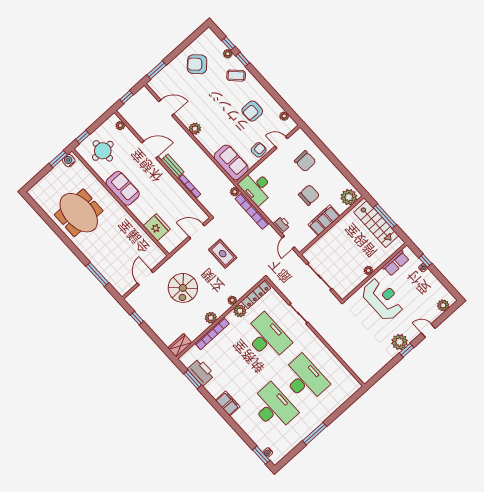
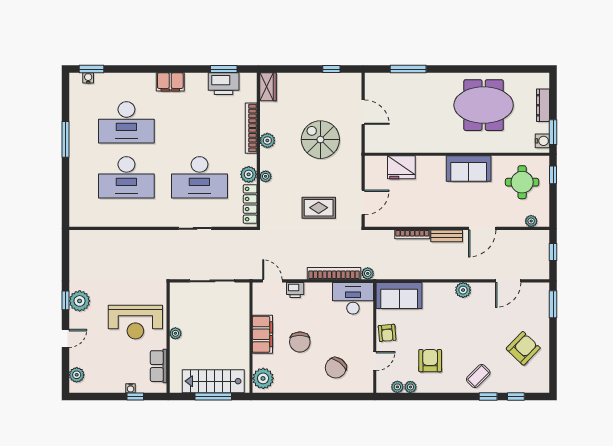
plant: (228, 54) -> (410, 387), moved
chair: (305, 161) -> (336, 368), turned -52
dresser: (48, 179) -> (543, 105), added

